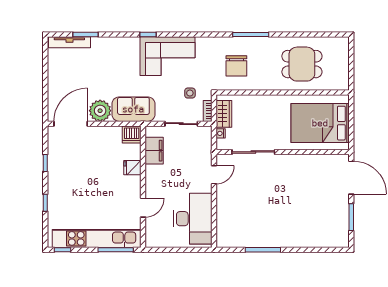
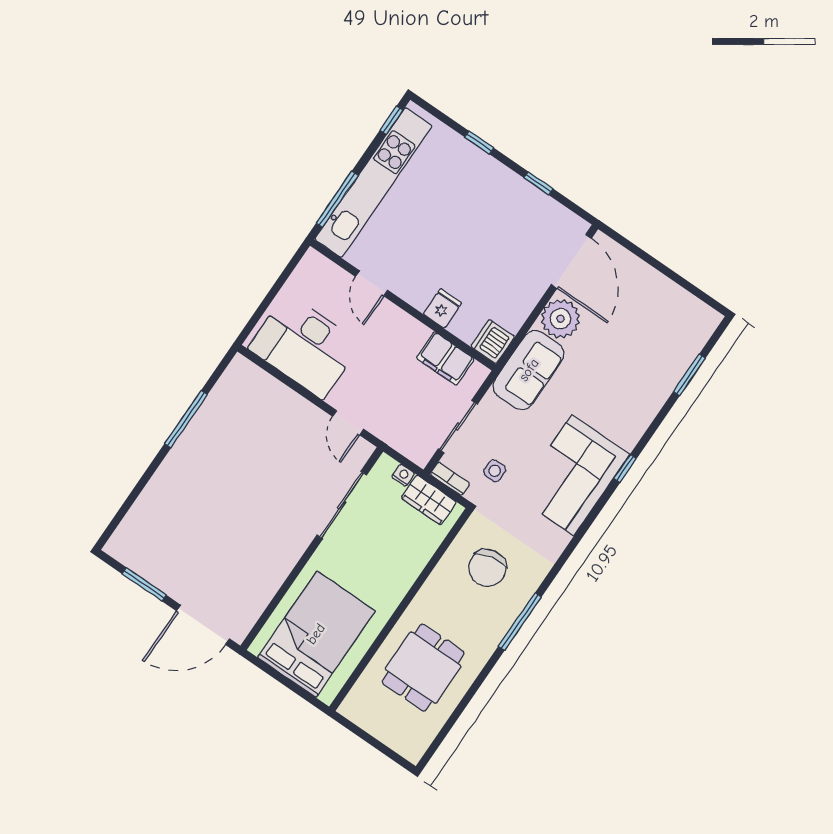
tv unit: (69, 42) -> (694, 343), removed
chair: (236, 66) -> (487, 568), turned -101

